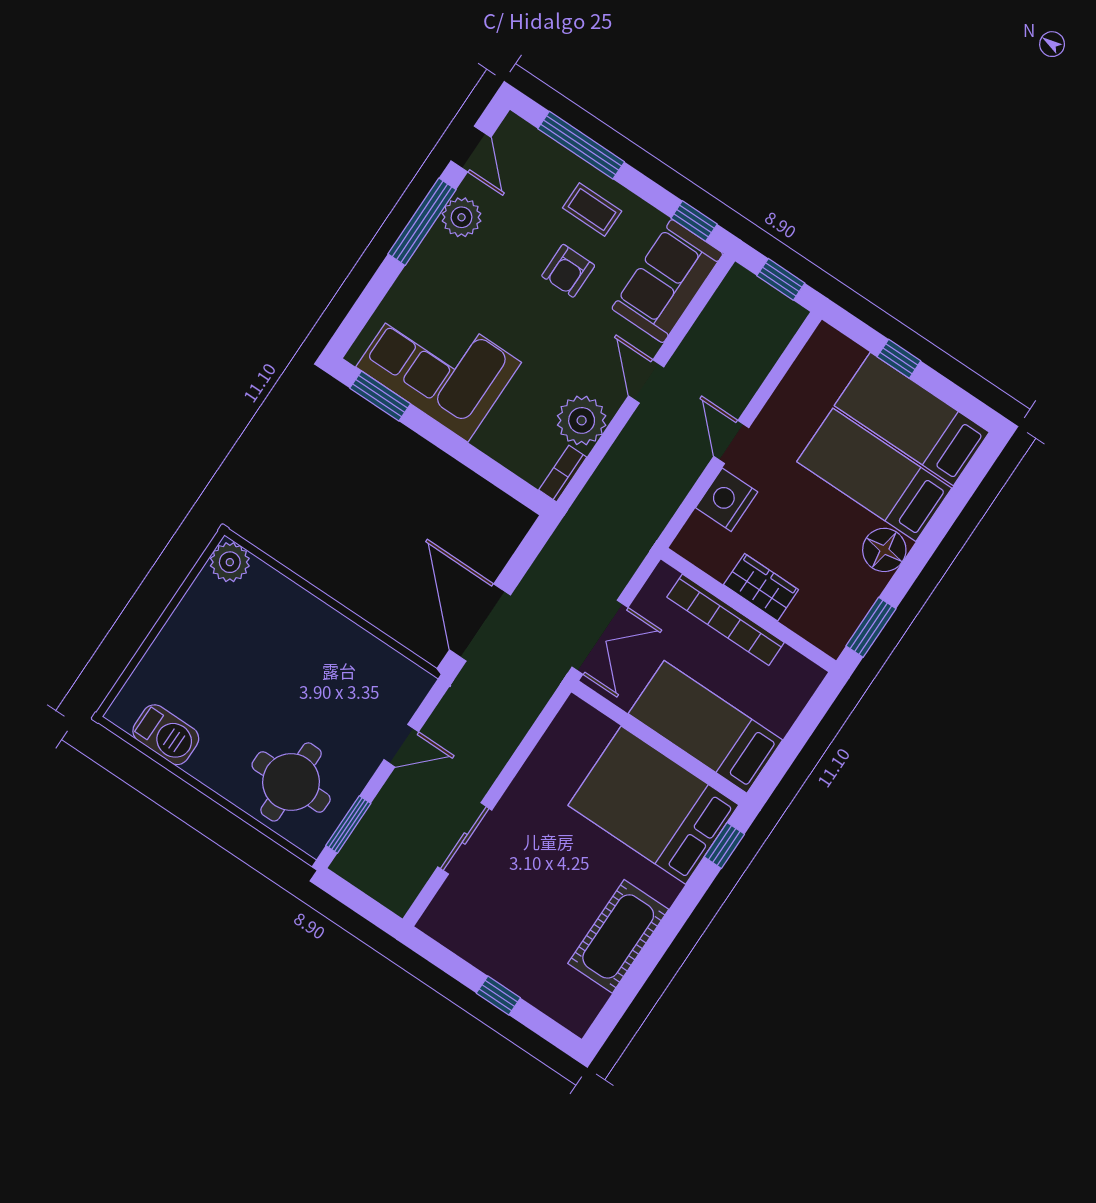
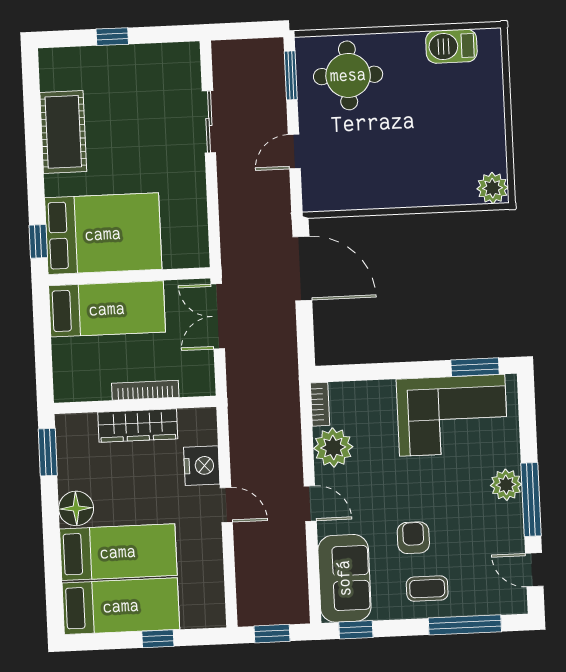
plant: (462, 217) -> (506, 485), moved
wardrobe: (761, 587) -> (138, 426), width x1.50
bookcase: (726, 620) -> (145, 390), width x0.68, depth x0.76

